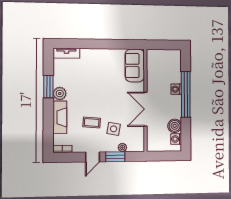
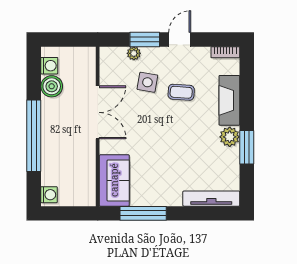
window: (116, 44) -> (143, 213), added
tv unit: (66, 53) -> (211, 199), width x1.41
washing machine: (176, 89) -> (49, 195), moved

